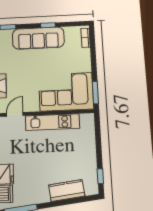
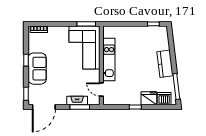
sofa: (38, 38) -> (37, 69), width x0.73
kitchen counter: (67, 190) -> (165, 64), moved

